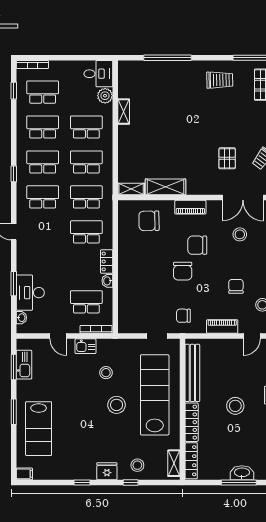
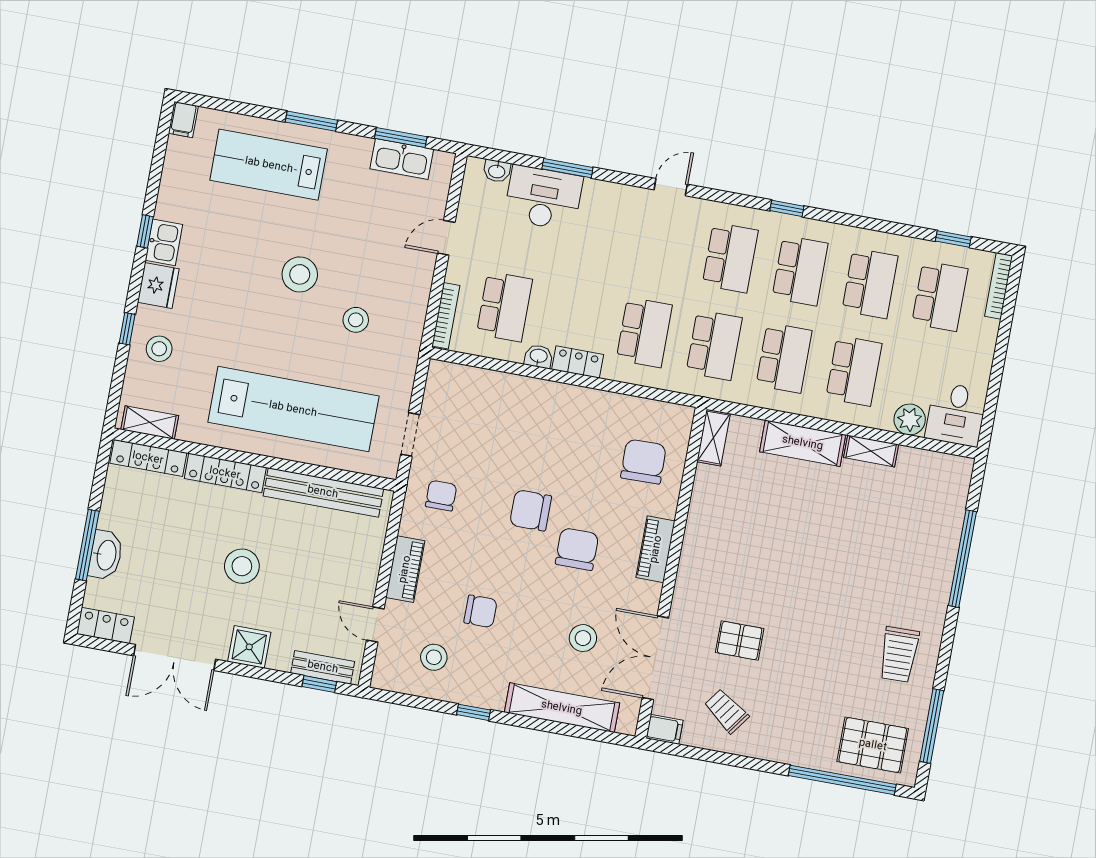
shelving: (166, 187) -> (803, 443), moved, turned 90
kitchen sink: (85, 346) -> (164, 242), moved, turned 180
stool: (117, 405) -> (300, 274), moved

